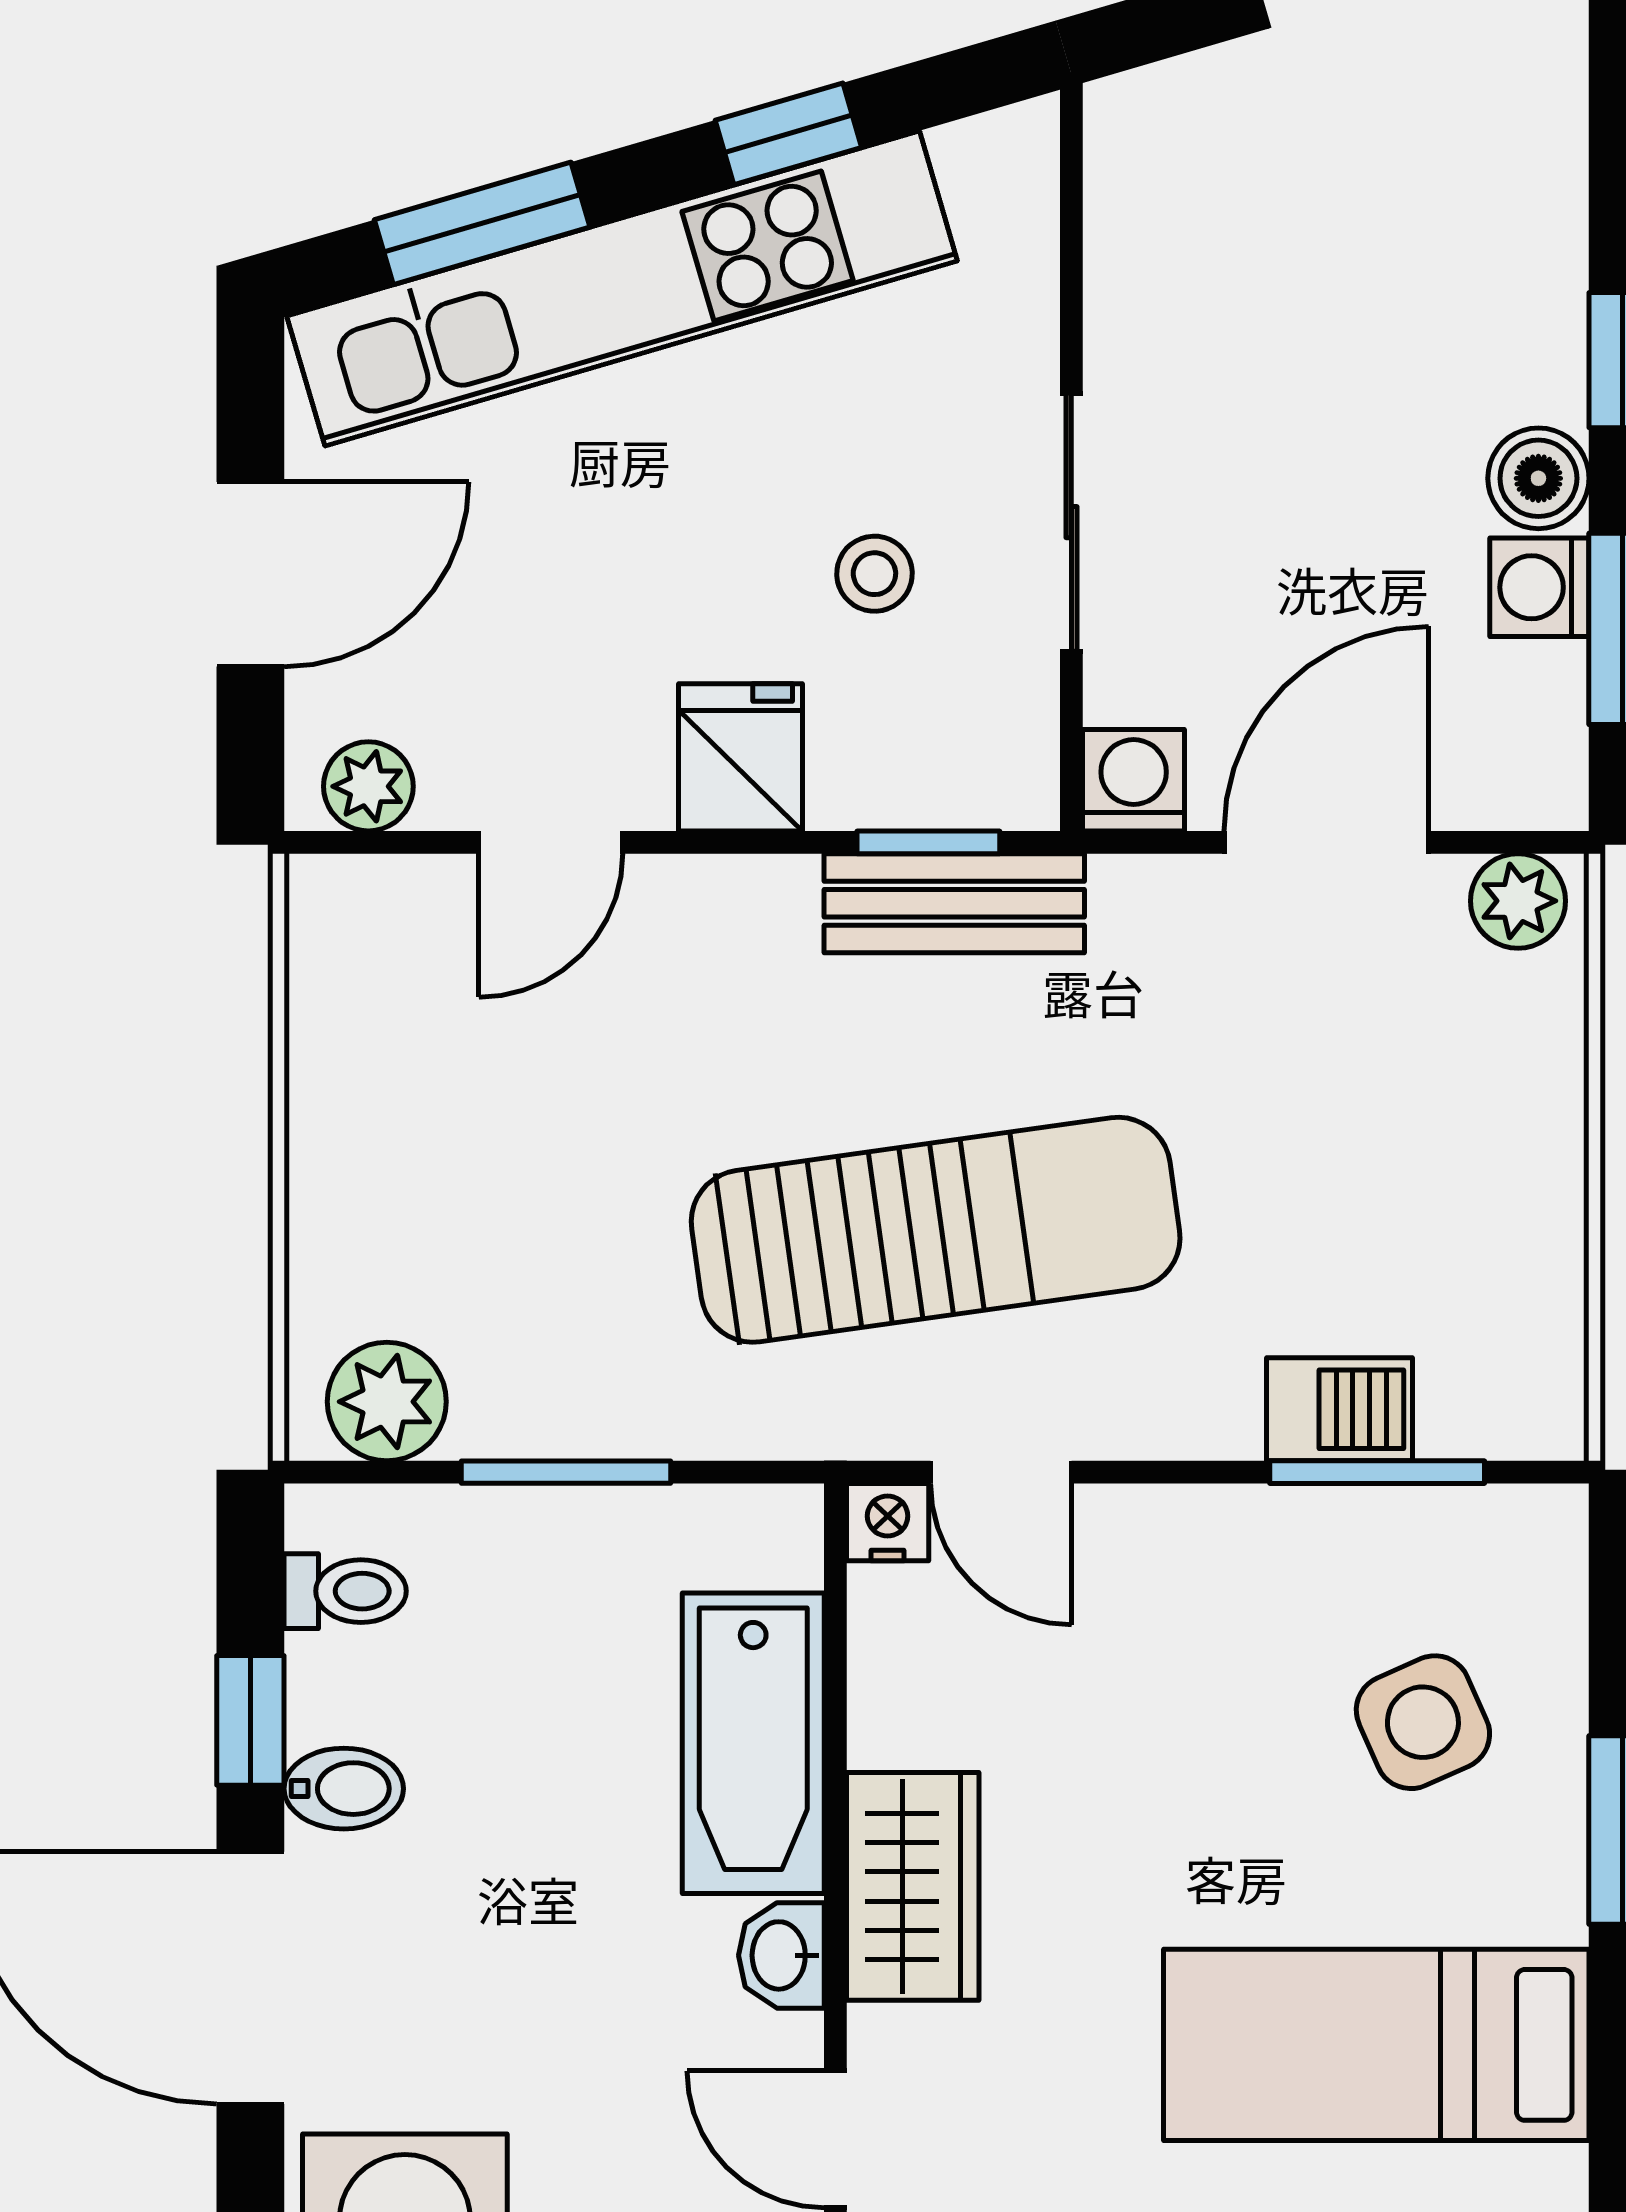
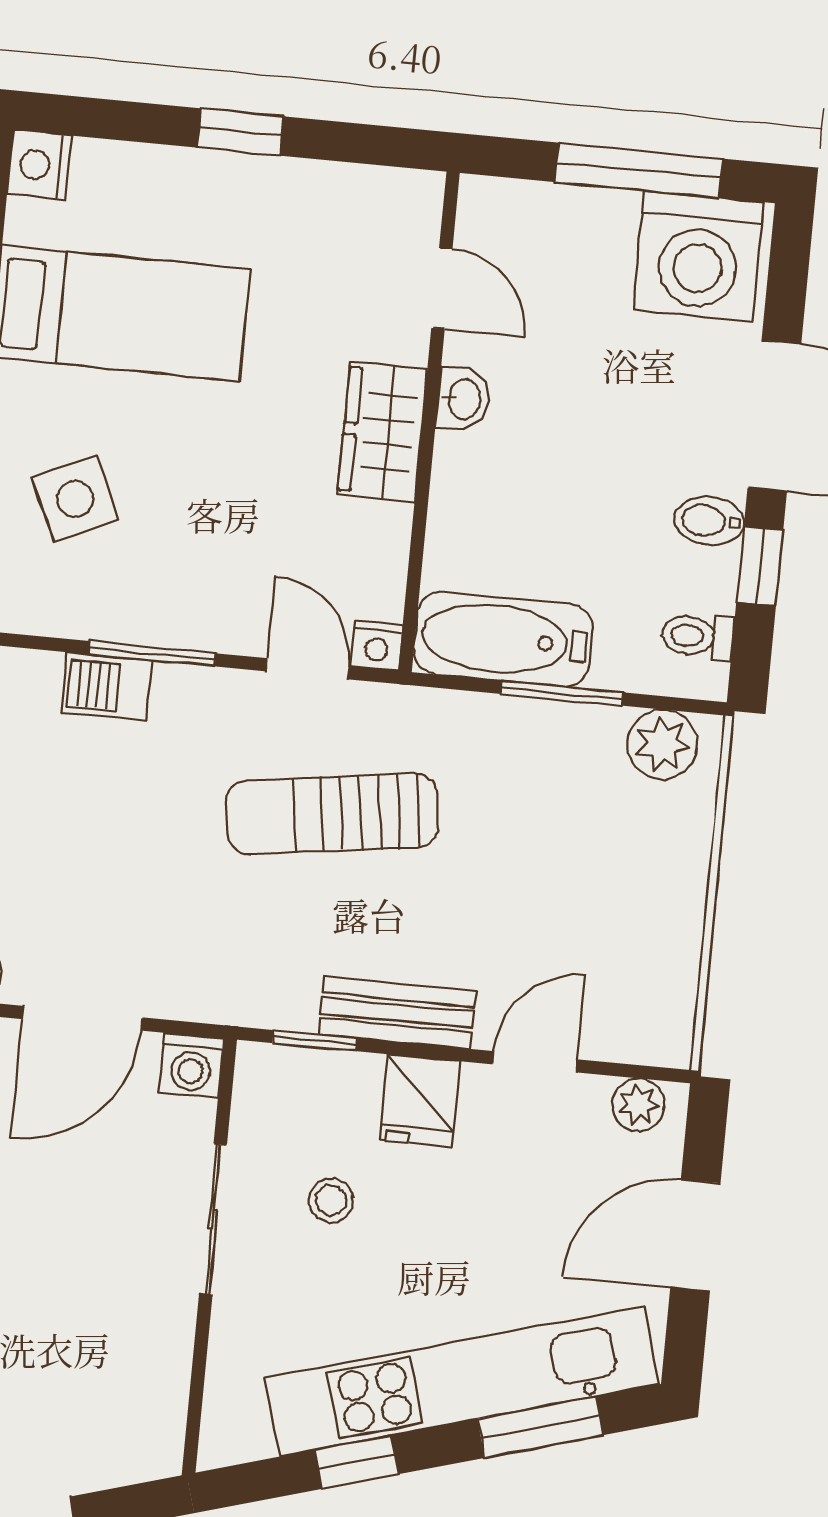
bench: (954, 903) -> (397, 1013), moved
sun lounger: (936, 1230) -> (332, 814), width x0.73, depth x0.75
window: (1377, 1472) -> (153, 654), moved
bathtub: (753, 1743) -> (503, 639), moved, turned -90

